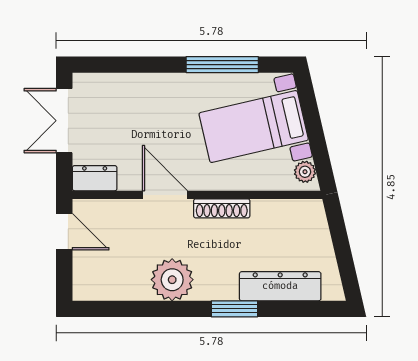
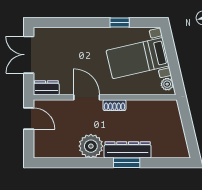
window: (222, 65) -> (120, 23), width x0.46
shoe rack: (222, 208) -> (115, 105), width x0.70
dresser: (280, 286) -> (128, 150), moved

